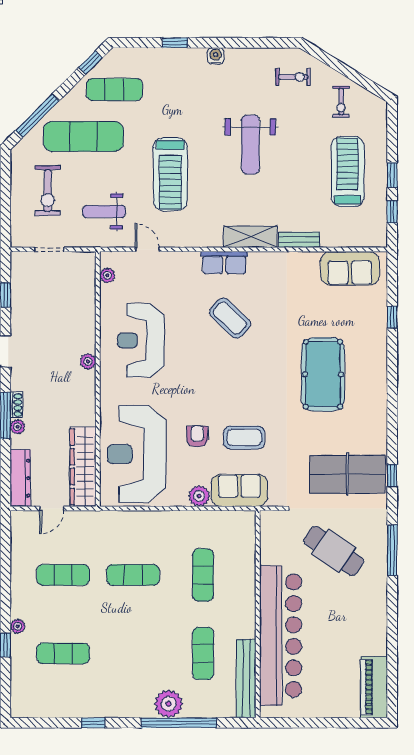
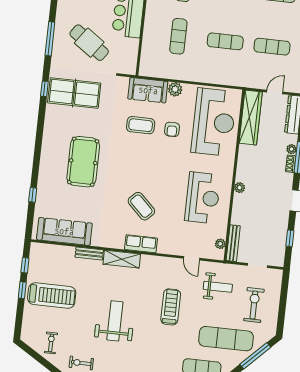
treadmill: (348, 172) -> (52, 296), turned -90
treadmill: (170, 174) -> (171, 307), width x0.73, depth x0.73
sofa: (350, 268) -> (64, 231), width x1.36
bench: (88, 278) -> (233, 243), added

